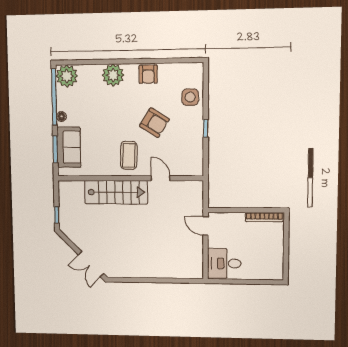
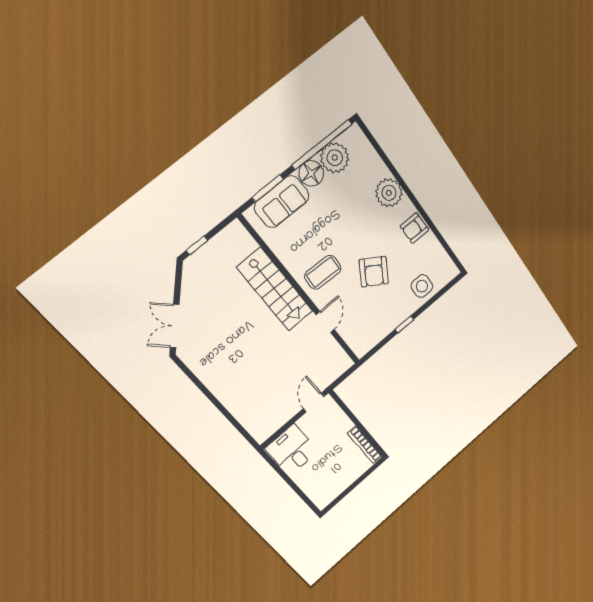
plant: (67, 76) -> (335, 158), moved
floor lamp: (61, 117) -> (311, 173), width x1.89, depth x1.89

